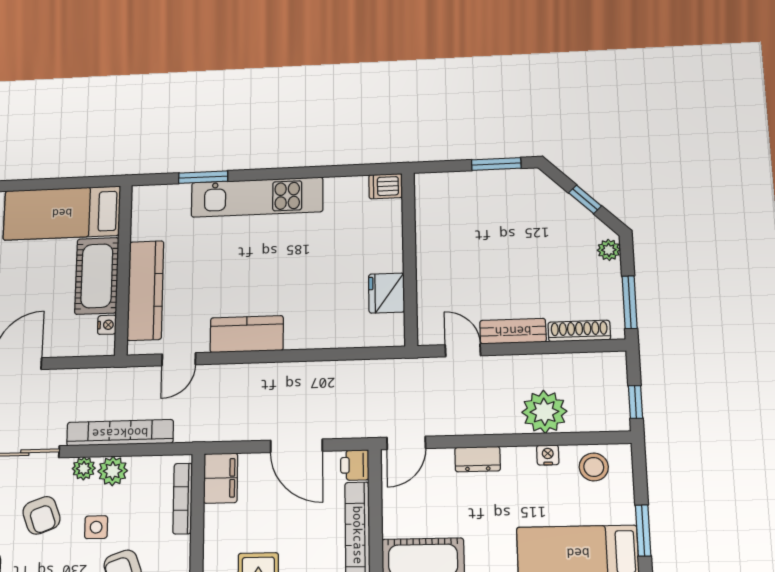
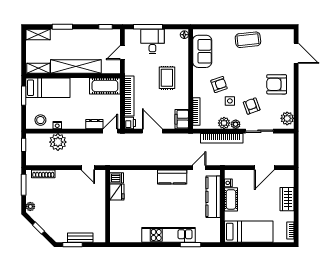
dishwasher: (386, 186) -> (117, 178), moved
cot: (97, 276) -> (231, 199), width x0.73, depth x0.75
bench: (513, 331) -> (80, 238), moved
dresser: (478, 459) -> (94, 124), moved

